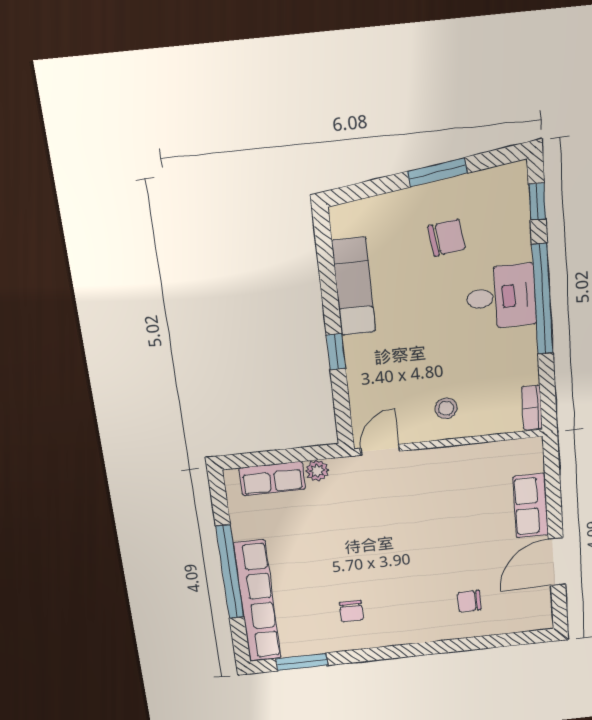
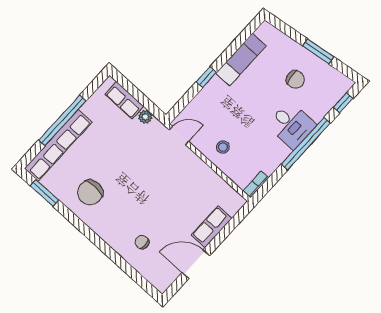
chair: (351, 611) -> (90, 193), width x1.87, depth x1.87

